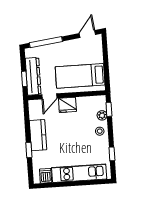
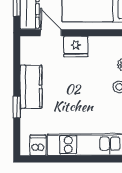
door: (49, 96) -> (51, 33), swing flipped

